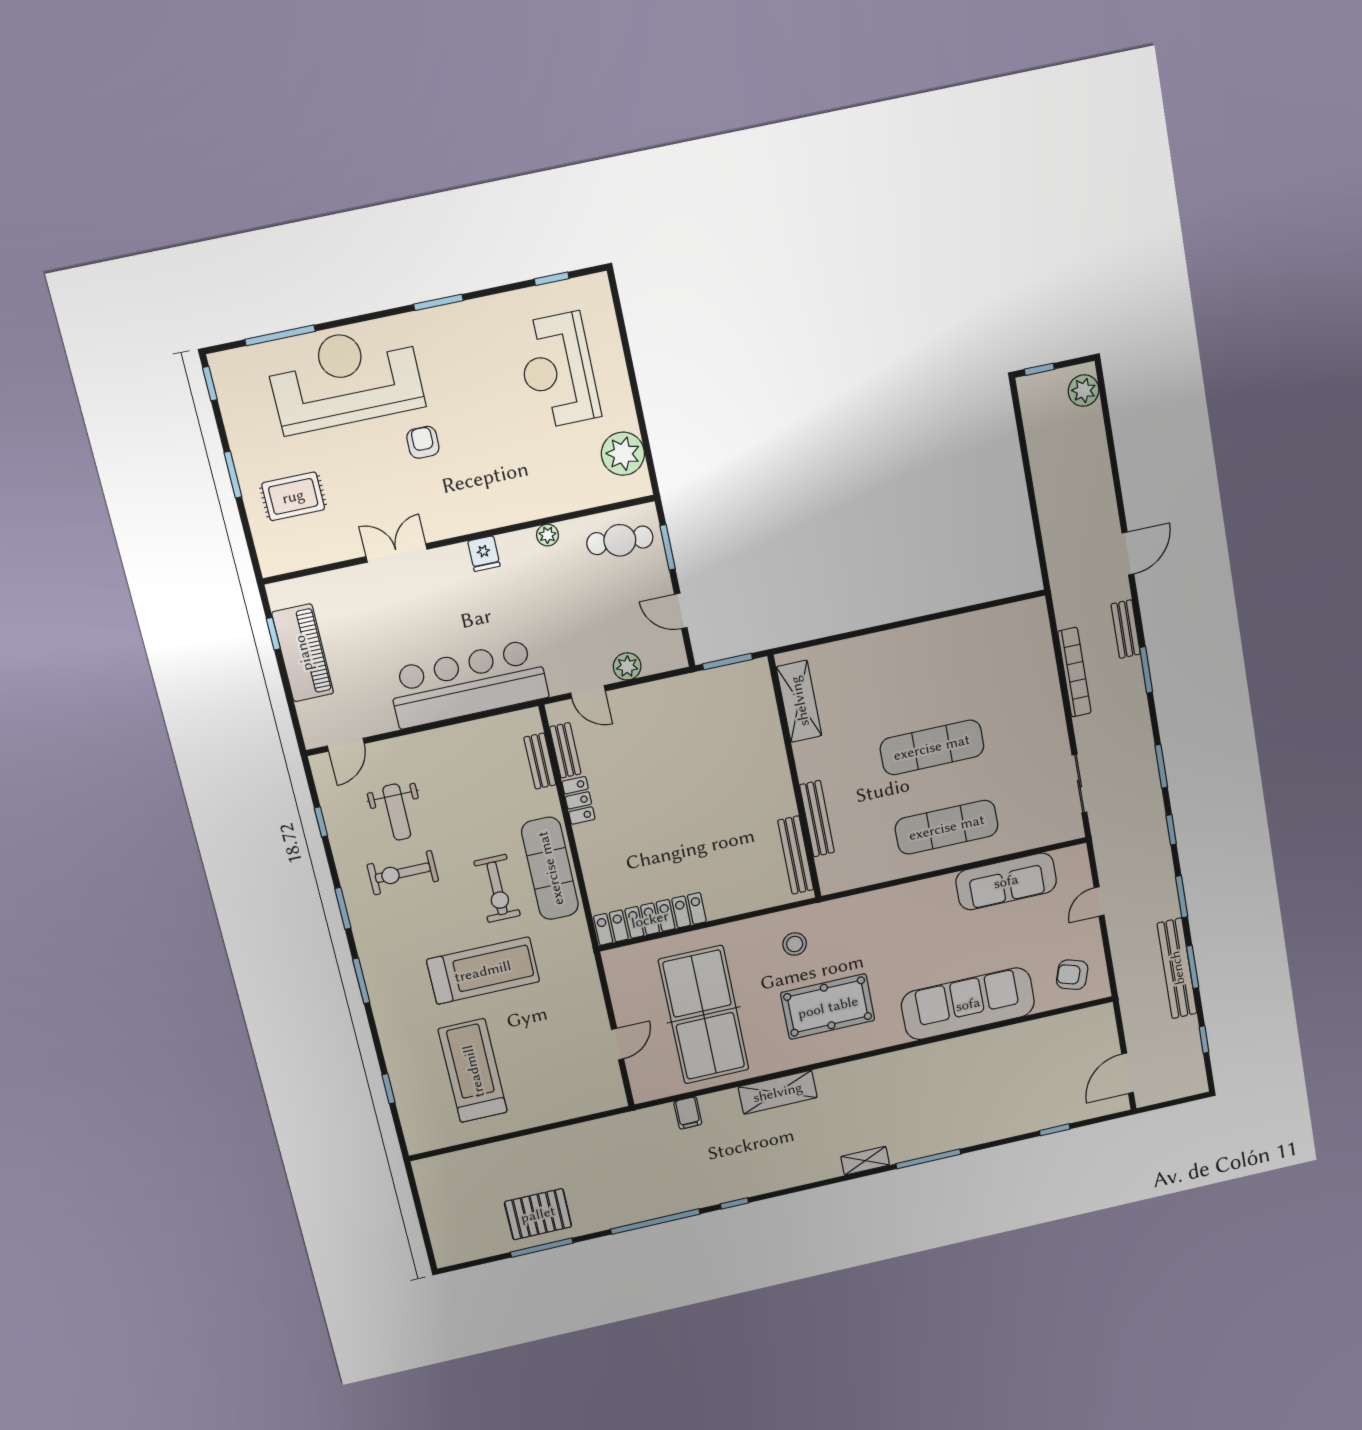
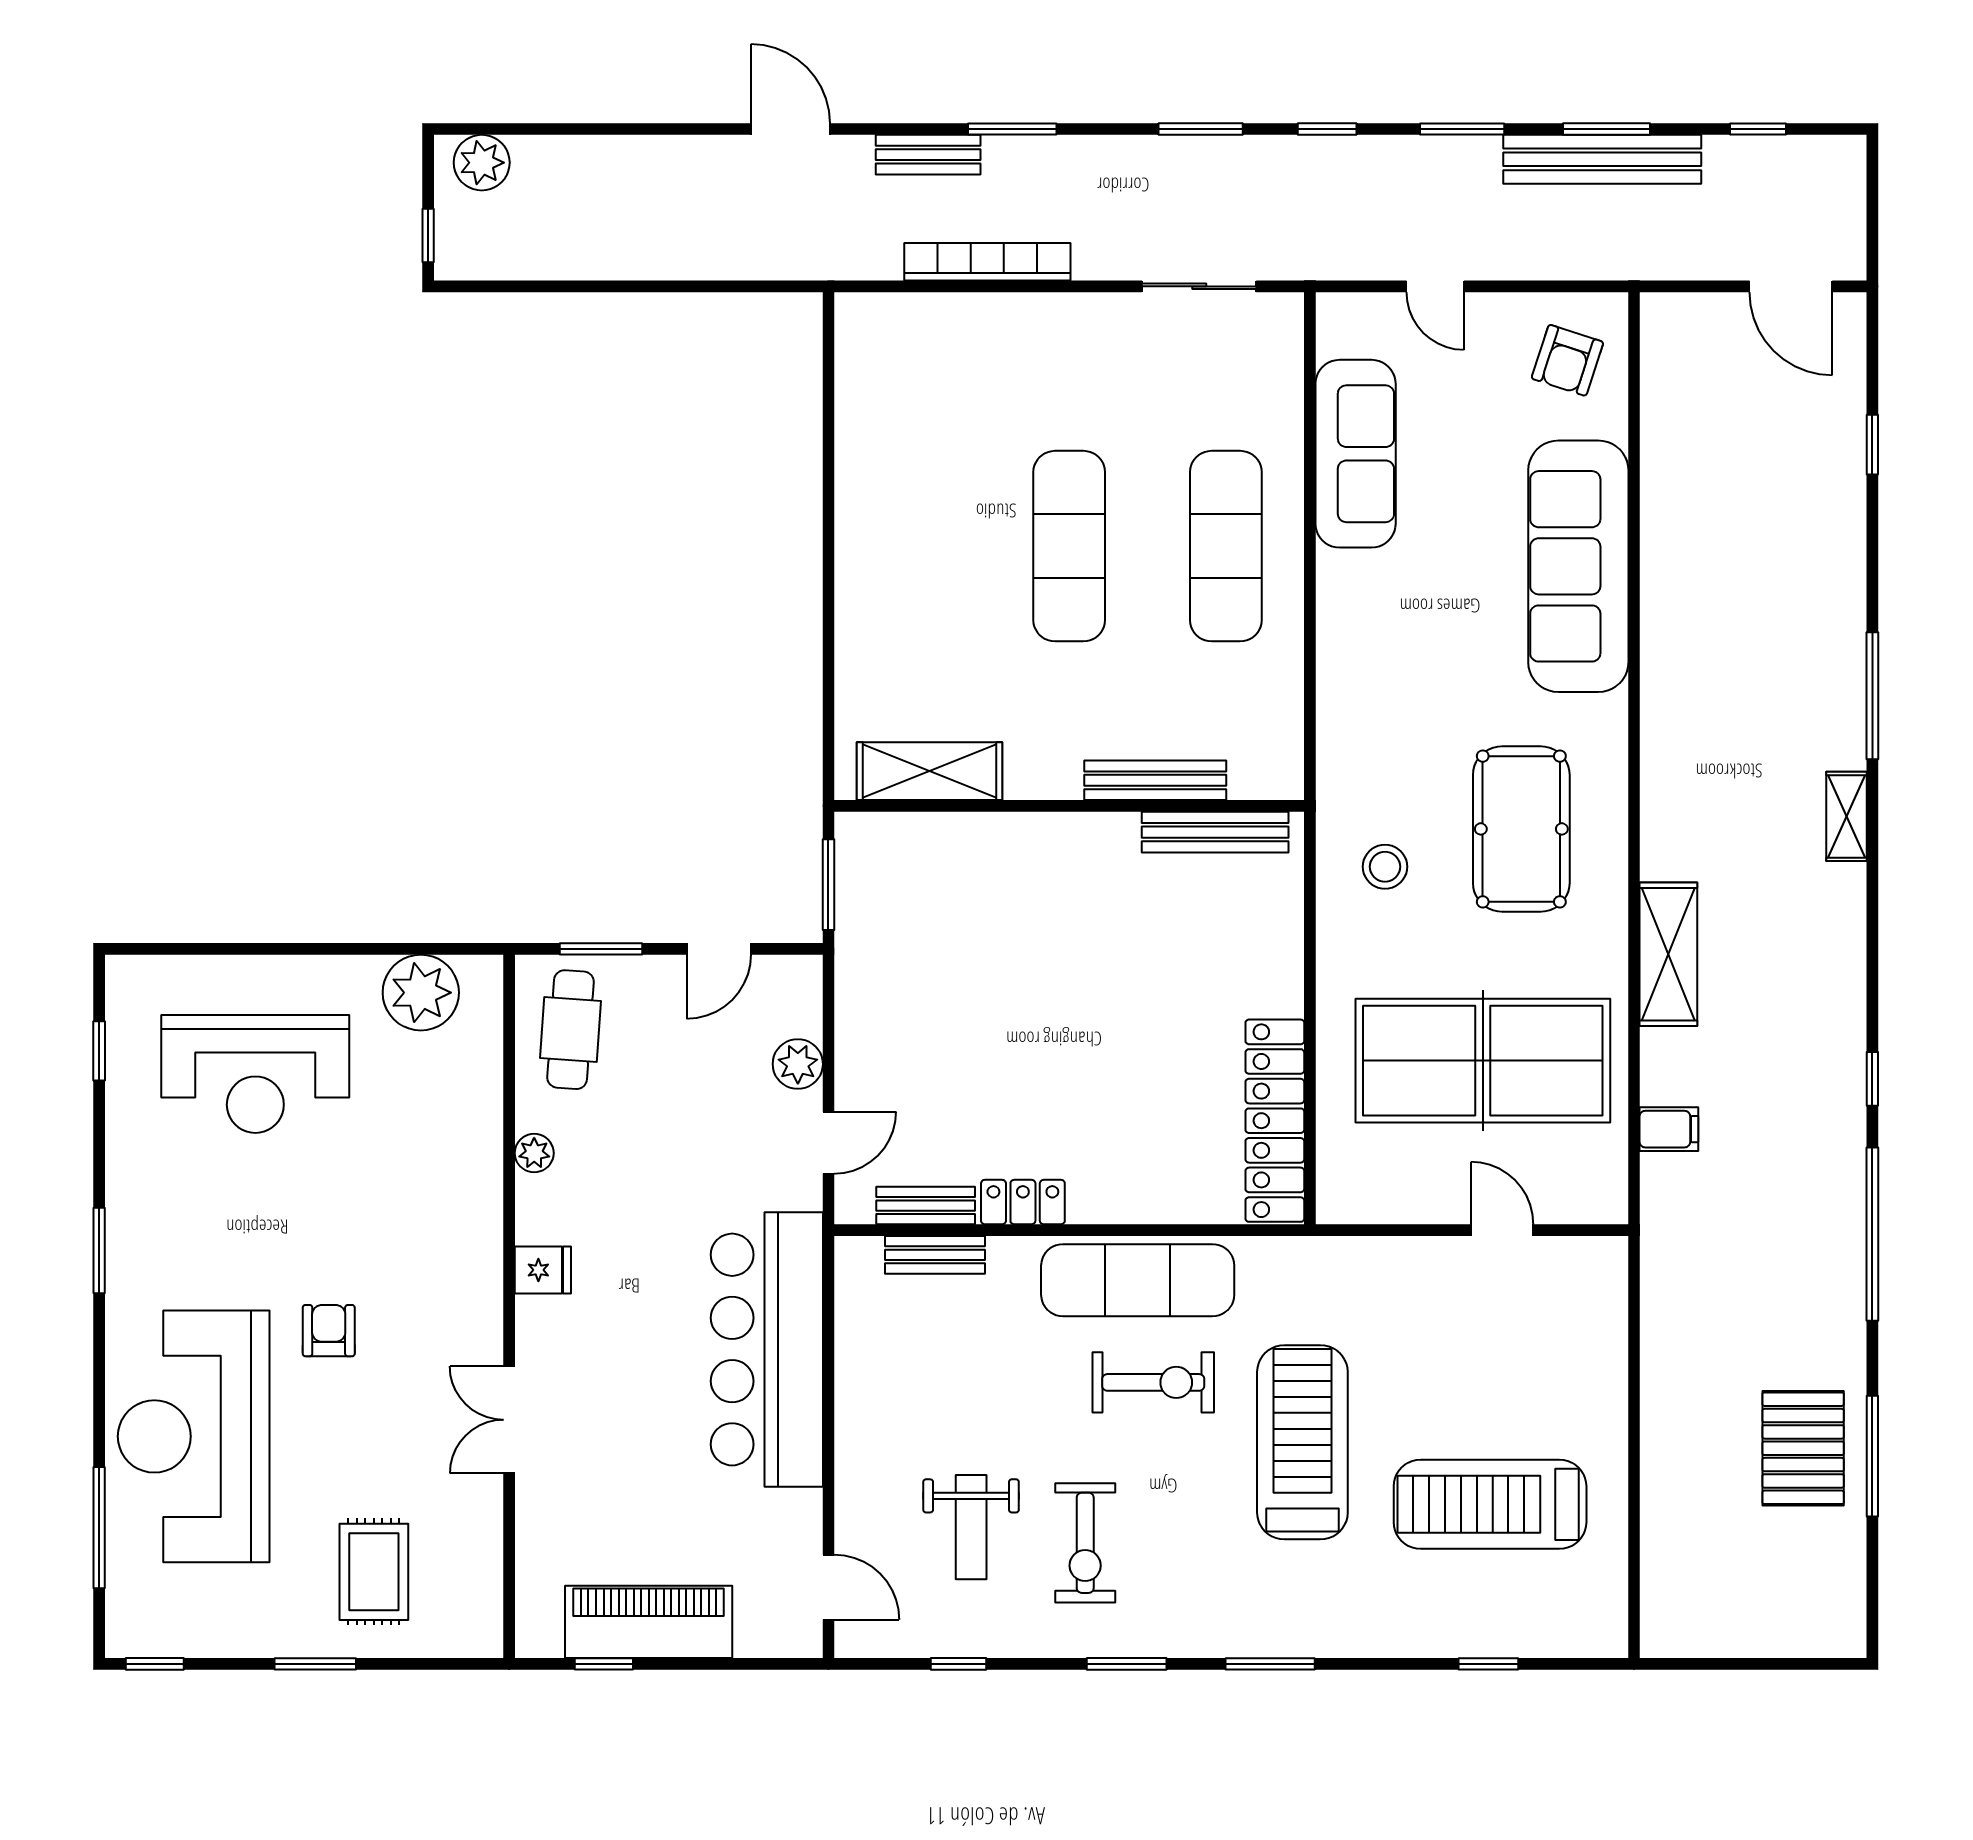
armchair: (423, 442) -> (329, 1331), turned 90
weight bench: (397, 812) -> (971, 1527), turned 90

